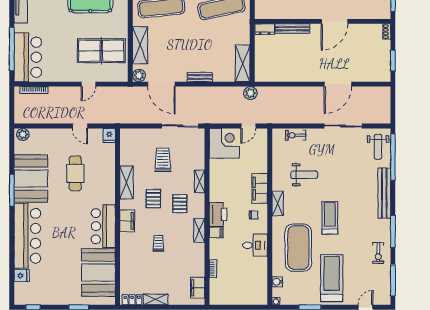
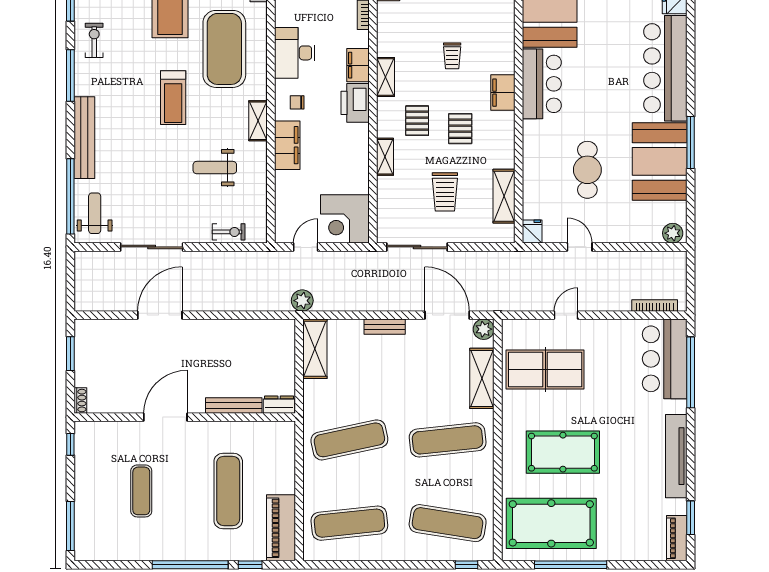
shelving: (126, 182) -> (504, 196), moved
filing cabinet: (216, 233) -> (358, 65), width x2.00
desk: (255, 245) -> (295, 53), width x1.37

